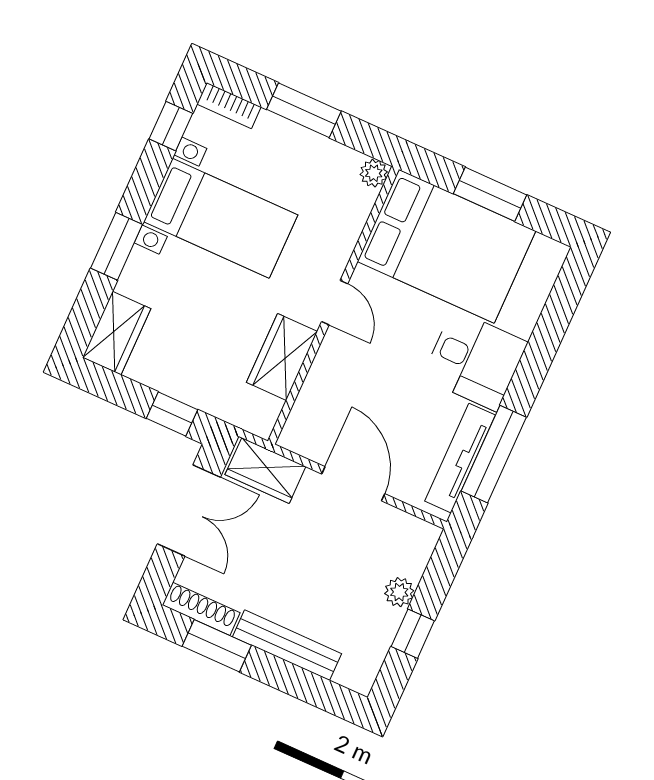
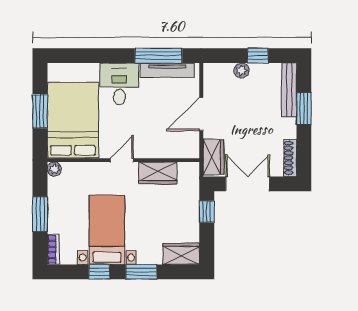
window: (171, 126) -> (99, 272), moved
bench: (287, 645) -> (289, 90), moved
window: (217, 646) -> (304, 109), moved

